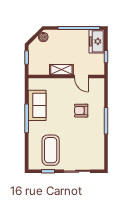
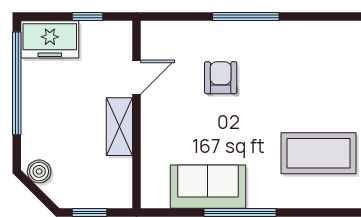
armchair: (81, 111) -> (221, 78), turned 180

